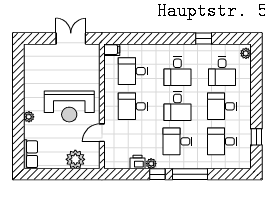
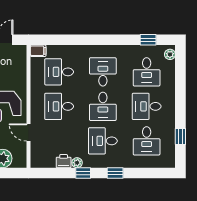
window: (204, 39) -> (148, 40), moved
desk: (177, 71) -> (103, 72), turned 180
door: (102, 133) -> (29, 132), hinge flipped
desk: (222, 141) -> (147, 141), turned -90
window: (190, 174) -> (115, 173), width x0.46

